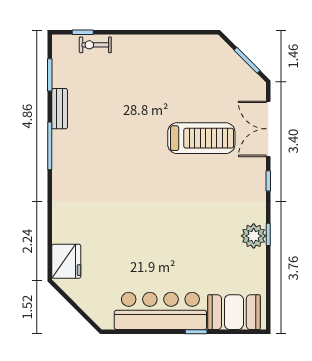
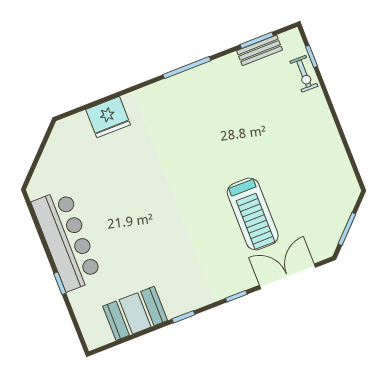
exercise bike: (95, 45) -> (304, 74), turned 180
bench: (60, 109) -> (260, 50), moved
plant: (254, 236) -> (176, 303), removed
fridge: (66, 261) -> (108, 117), moved
booth: (234, 312) -> (135, 313), moved, turned 90

